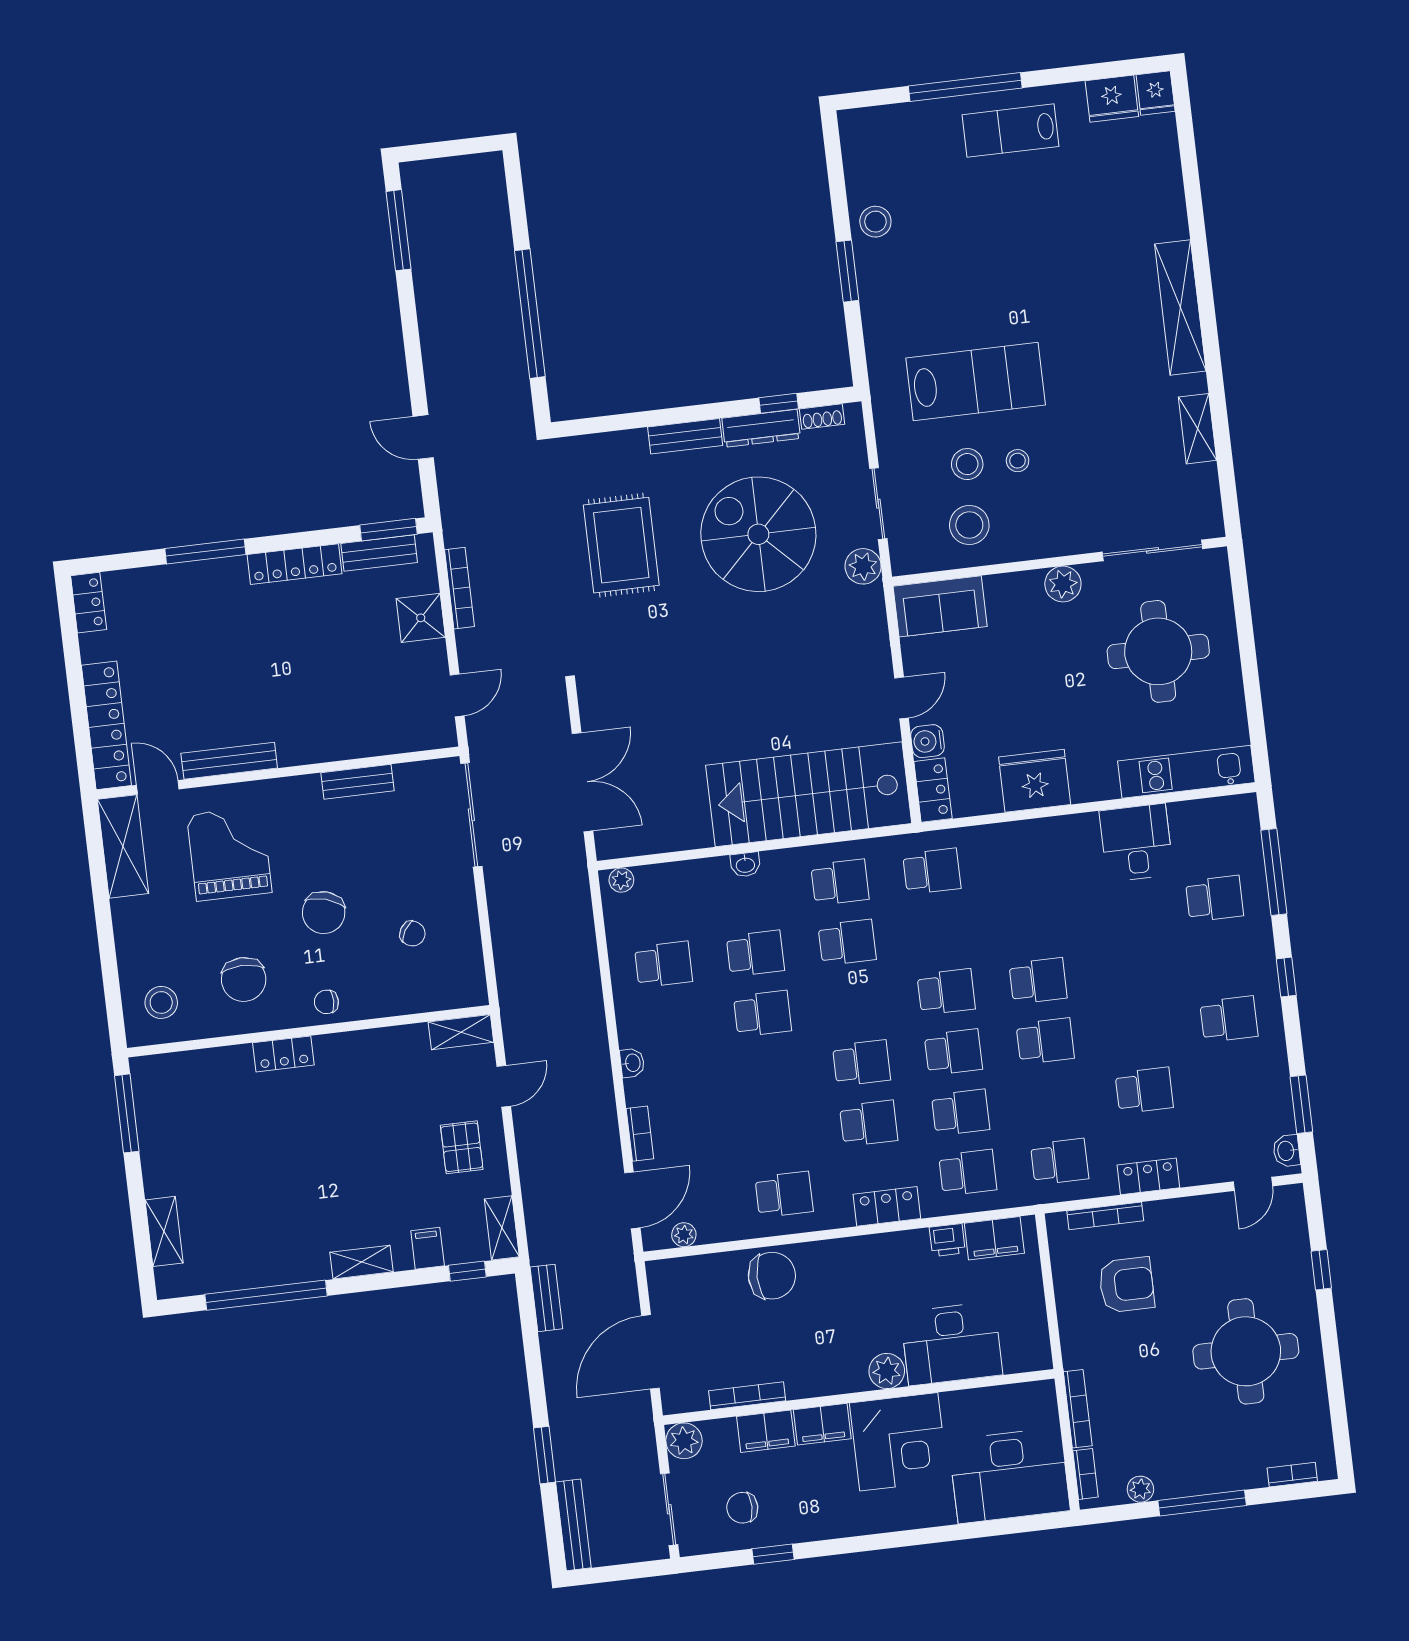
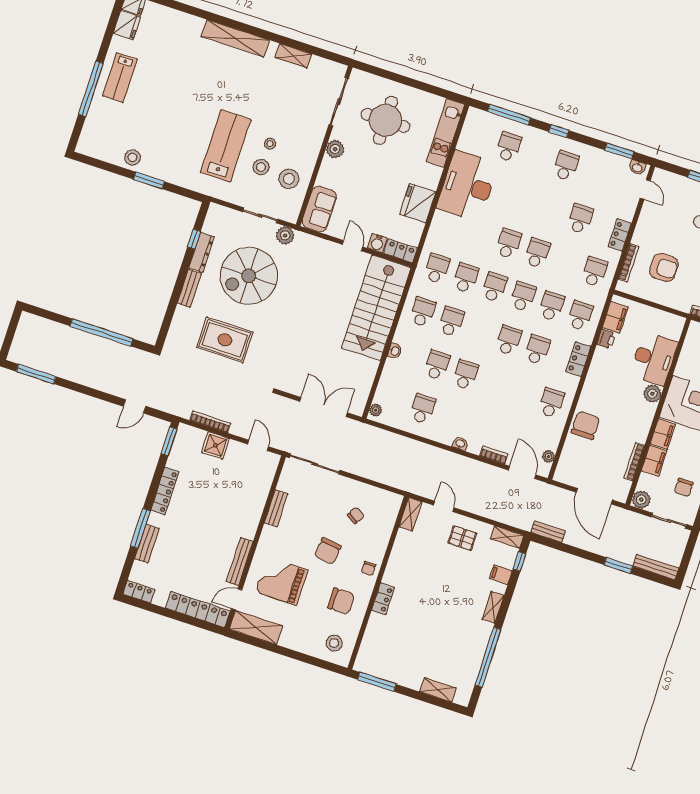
shoe rack: (822, 417) -> (209, 222), removed
bench: (379, 553) -> (147, 544), moved
desk: (1136, 843) -> (467, 186), width x1.87, depth x1.30
chair: (324, 913) -> (328, 551), turned 80
school desk: (939, 931) -> (466, 278), added
armchair: (1127, 1285) -> (664, 268), turned 90

